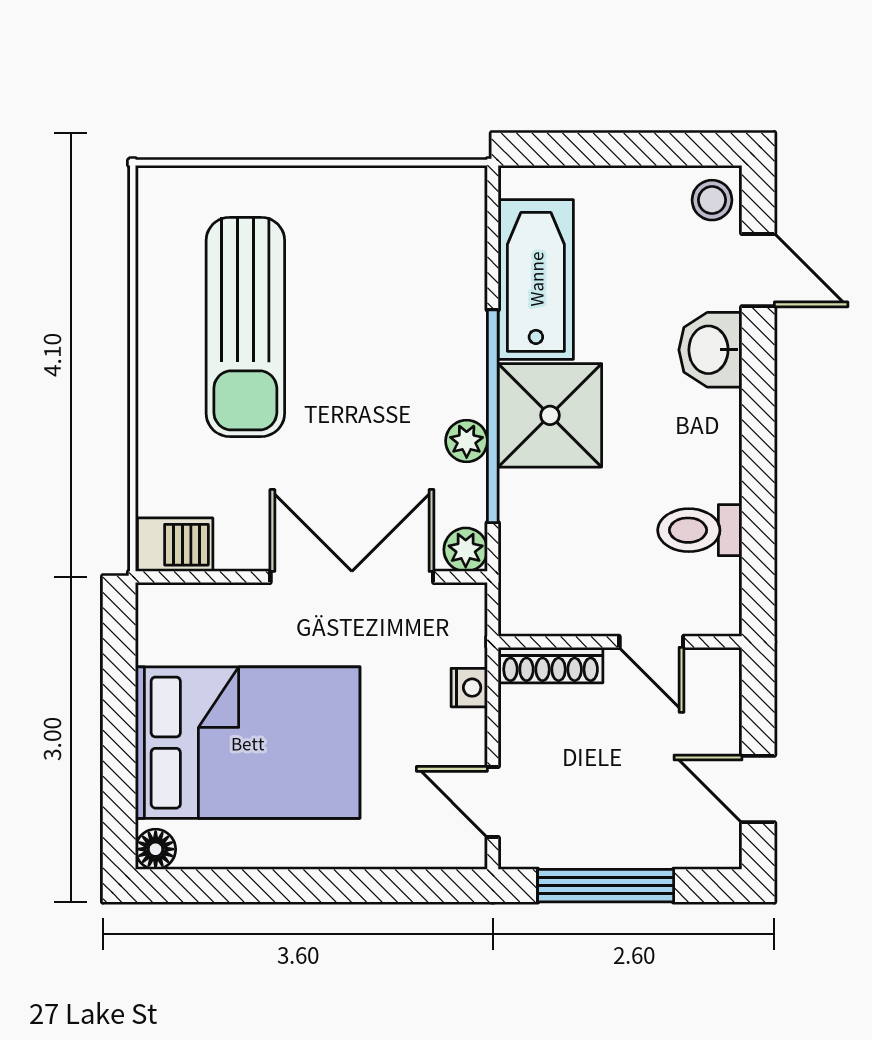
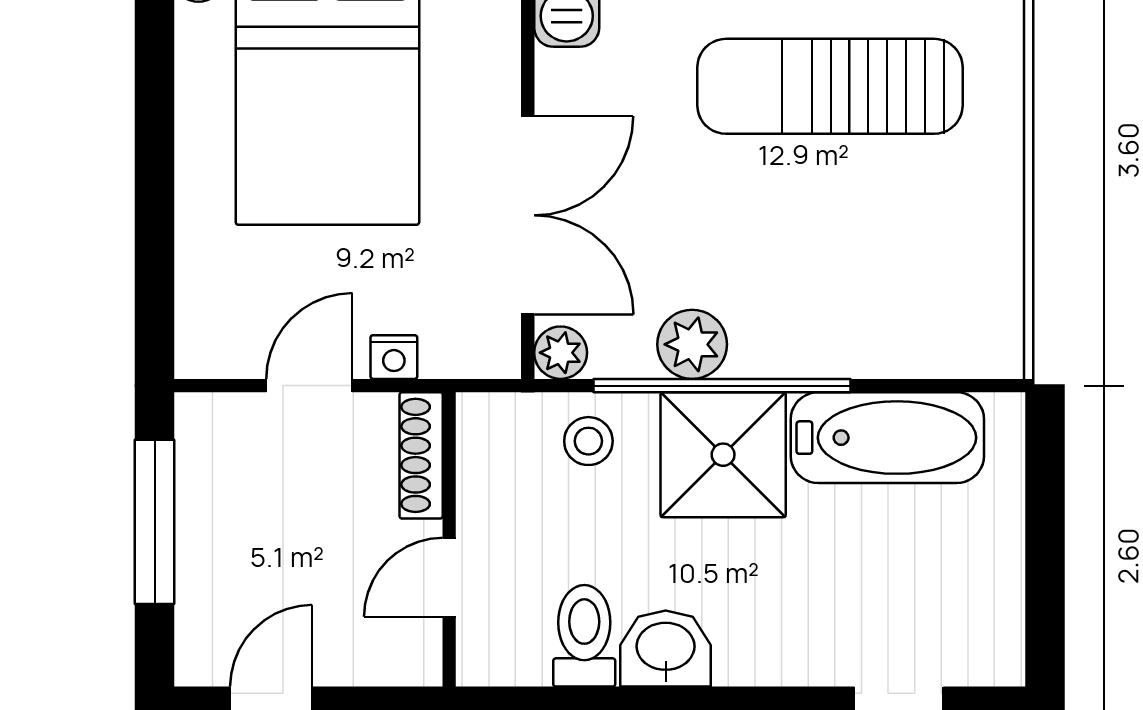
stool: (712, 200) -> (588, 441), moved
washbasin: (710, 350) -> (666, 649), moved
plant: (467, 441) -> (692, 344), width x1.38, depth x1.38
door: (493, 802) -> (309, 386), moved

